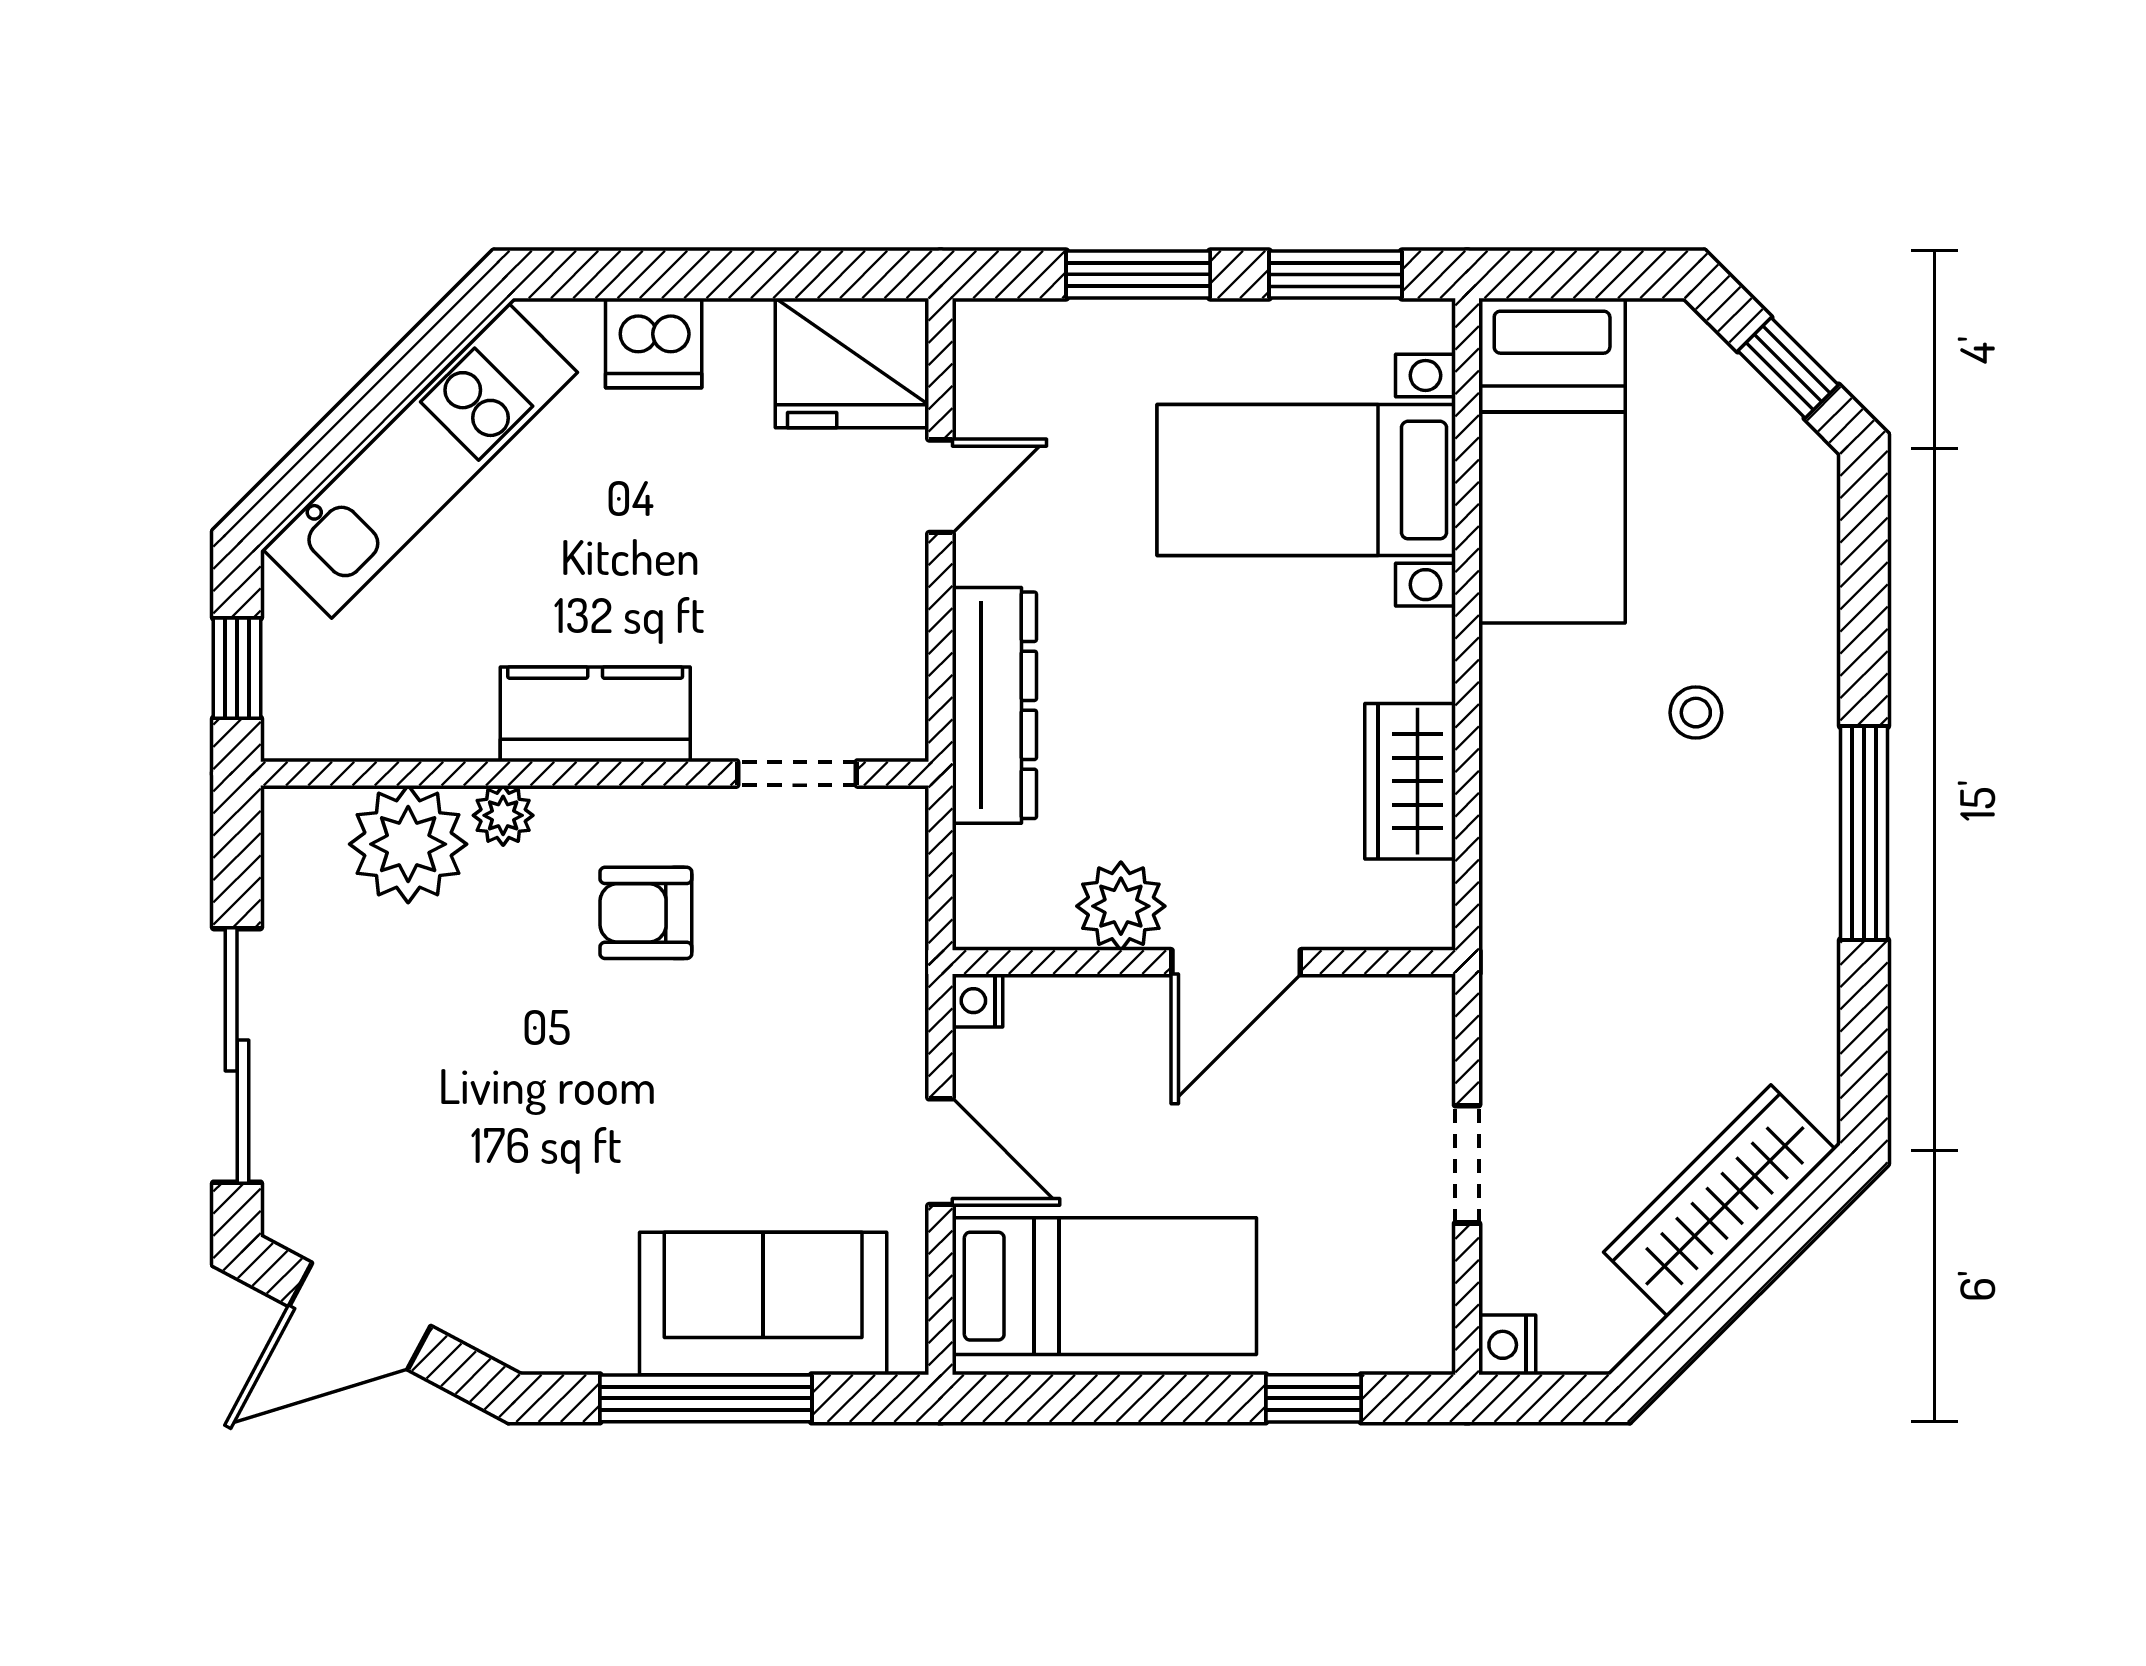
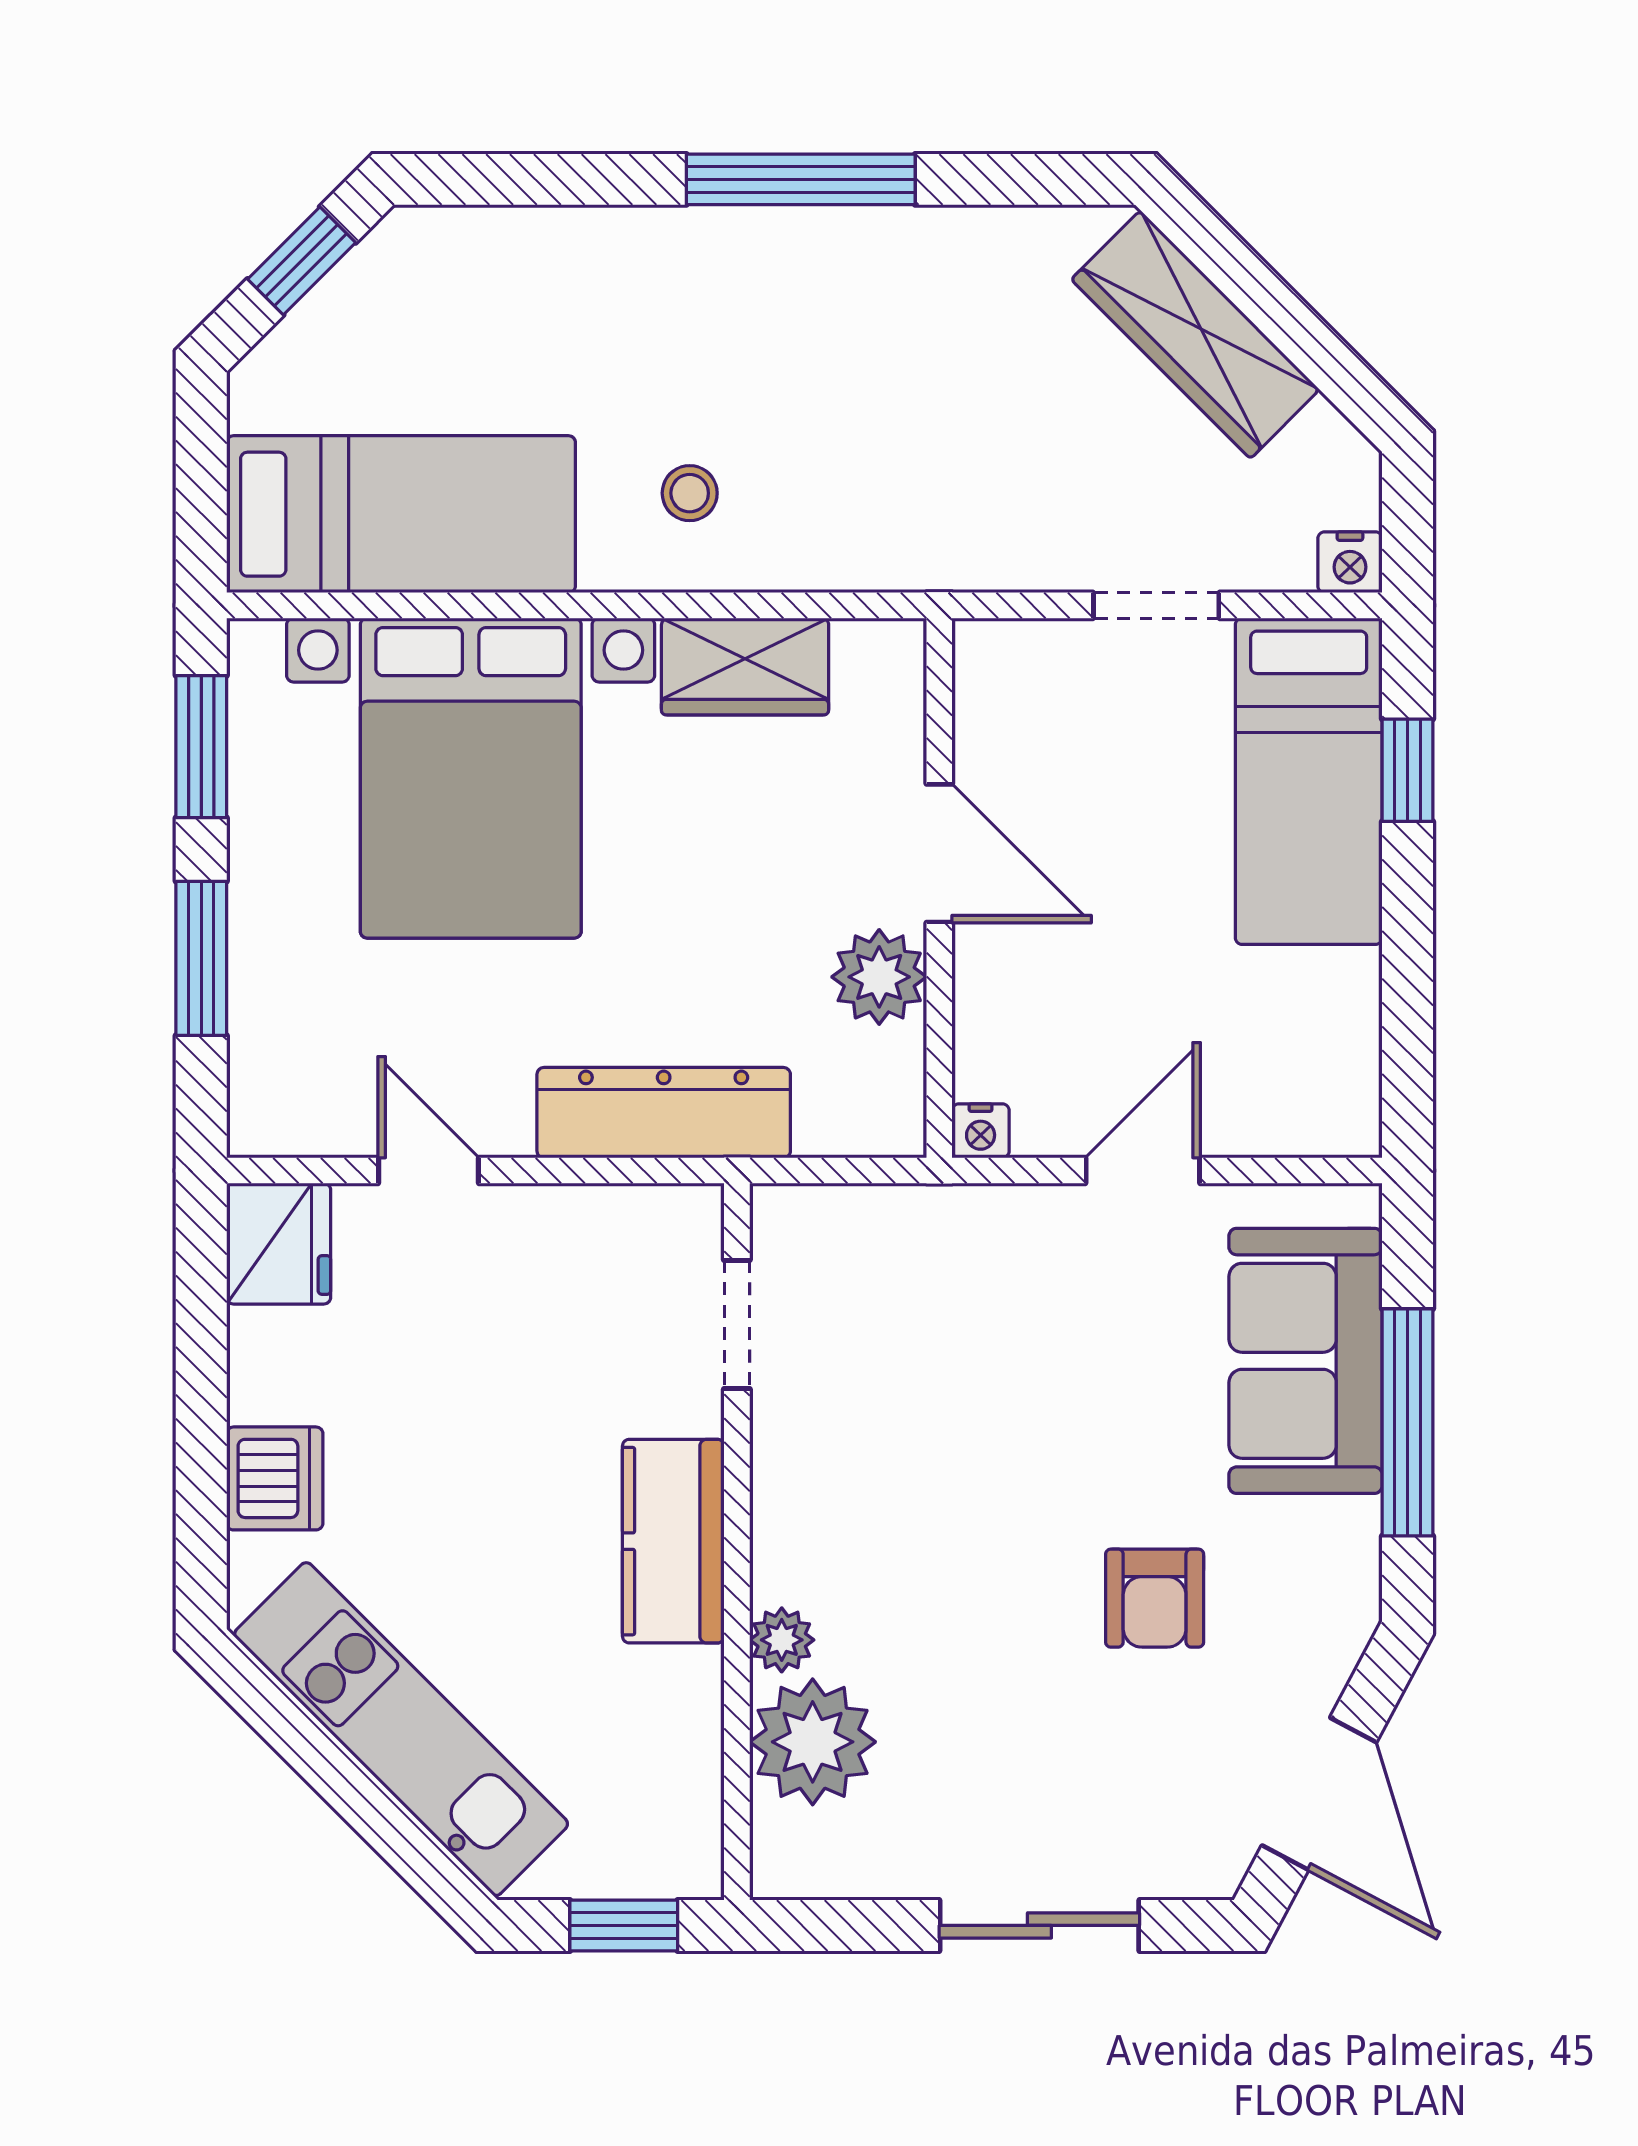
fridge: (852, 363) -> (279, 1244), width x0.73, depth x0.75
bed with nightstands: (1306, 480) -> (471, 778), width x1.36
stool: (1696, 713) -> (690, 493), moved
armchair: (646, 913) -> (1155, 1598), moved
sliding door: (237, 1055) -> (1039, 1925), width x0.73
bed: (1104, 1286) -> (1309, 781), moved, turned 180

